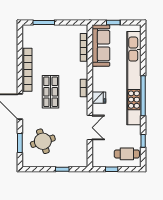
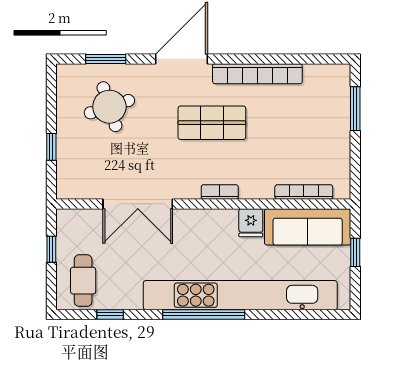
fridge: (99, 98) -> (251, 223), moved
double door: (90, 128) -> (138, 204), width x1.37

